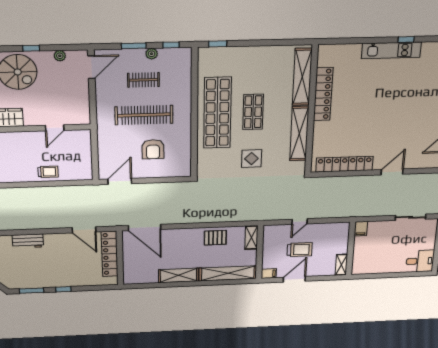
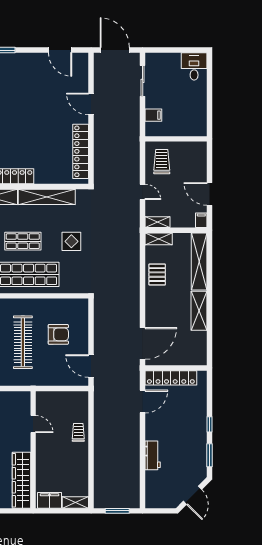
filing cabinet: (361, 229) -> (153, 115), moved
trolley: (300, 250) -> (162, 162), moved
shelving: (341, 265) -> (157, 222), moved

